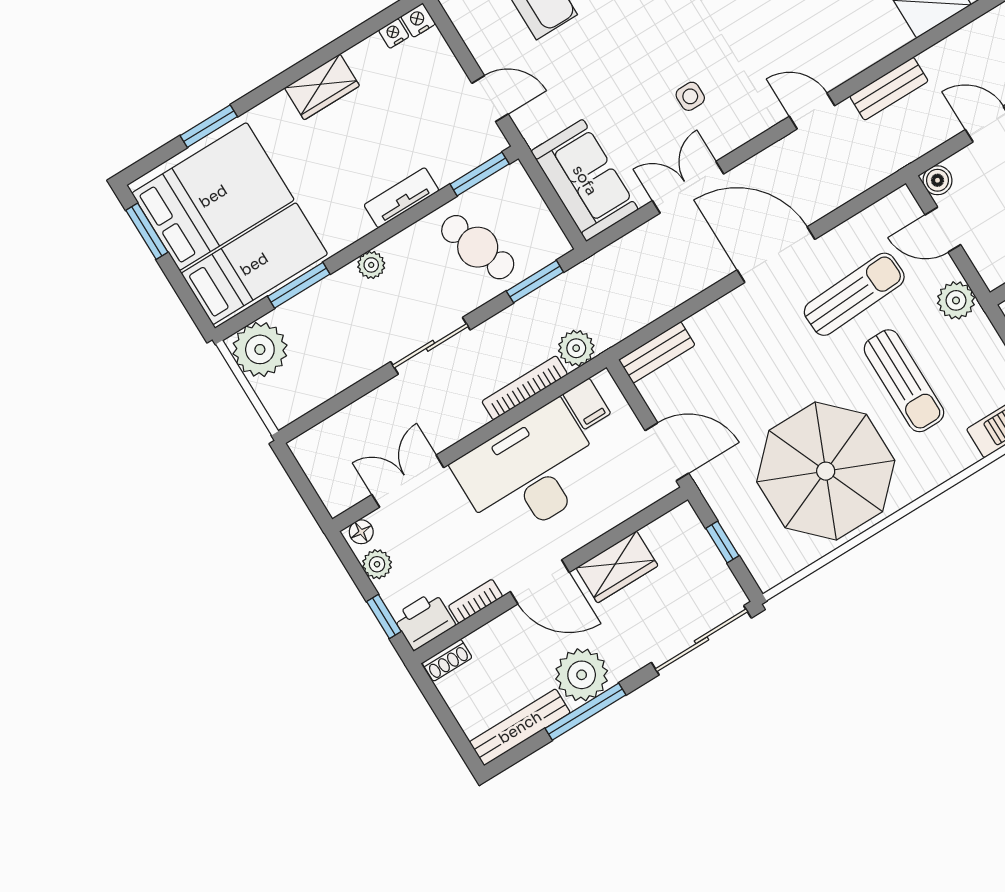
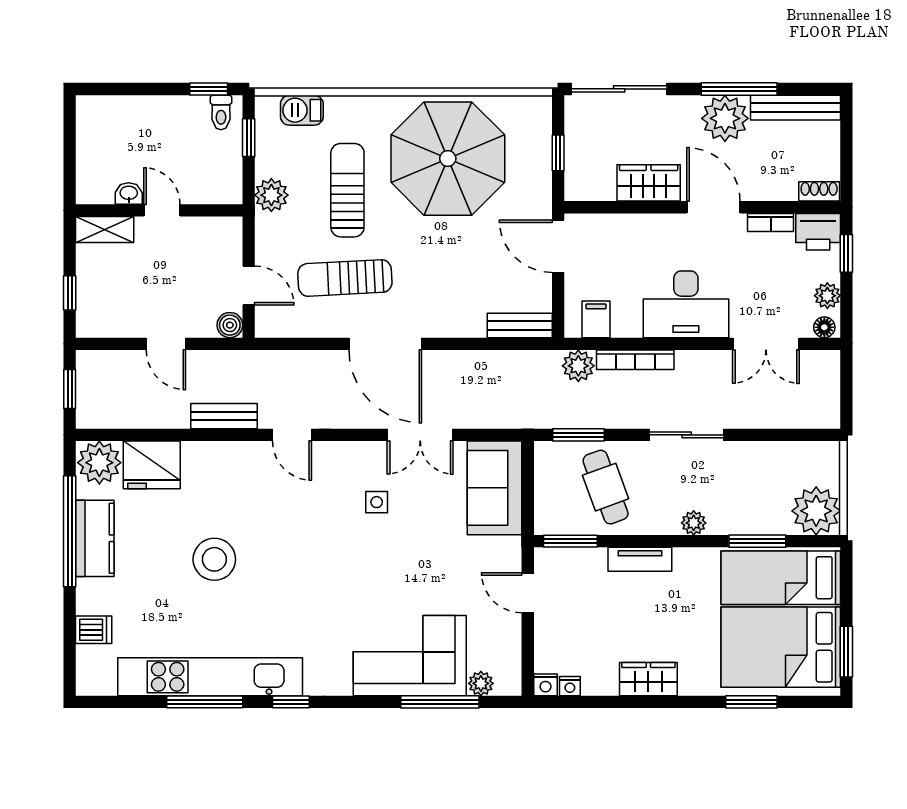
plant: (956, 300) -> (271, 195), moved
desk: (530, 472) -> (686, 304), width x0.73, depth x0.77

